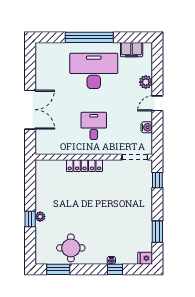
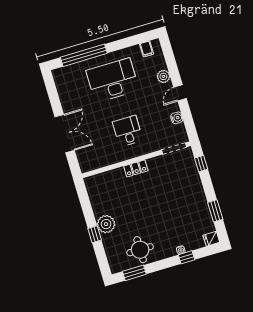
window: (89, 37) -> (84, 55), moved
filing cabinet: (132, 50) -> (147, 49), width x0.50
locker: (84, 166) -> (136, 168), width x0.66
plant: (40, 217) -> (106, 224), width x1.87, depth x1.87

